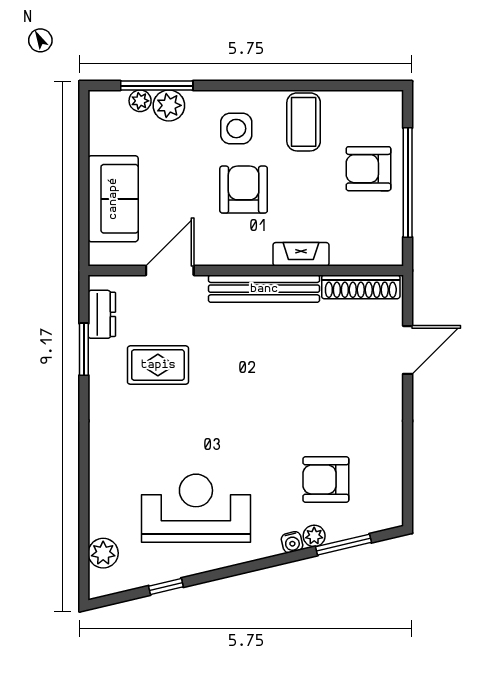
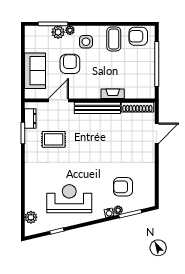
plant: (140, 101) -> (70, 30), moved
armchair: (369, 169) -> (138, 36), moved
armchair: (244, 190) -> (70, 64), moved

